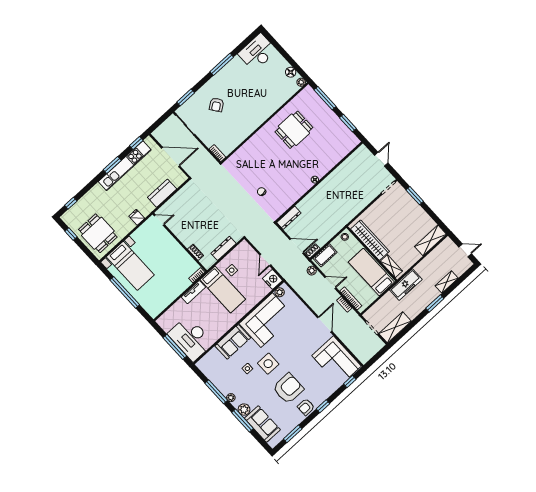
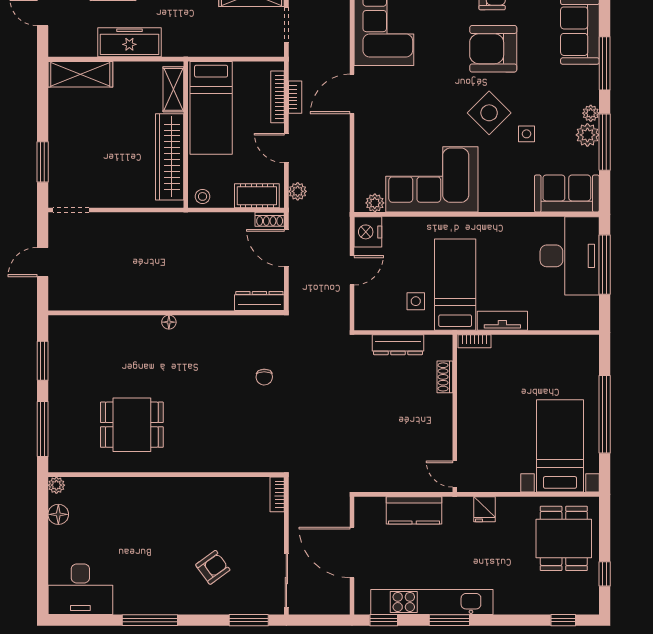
freezer: (406, 285) -> (129, 42), moved
sofa: (233, 342) -> (567, 194), moved
side table: (268, 364) -> (489, 113), turned 45
plant: (244, 410) -> (587, 135), moved

